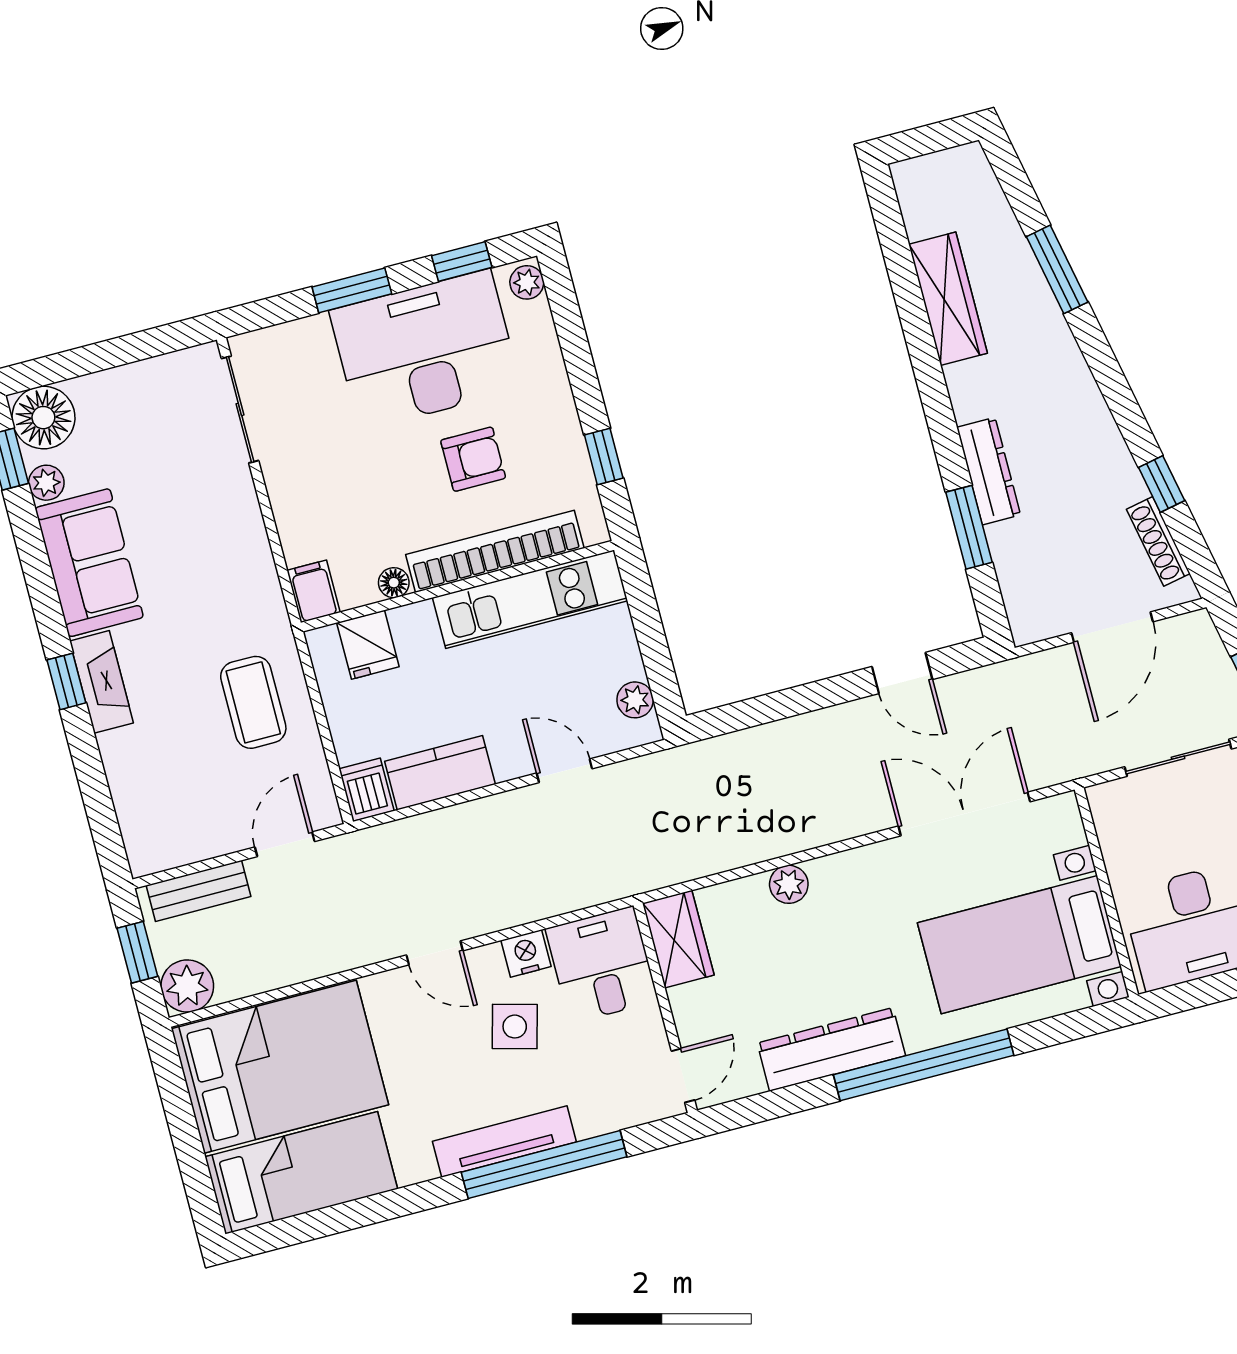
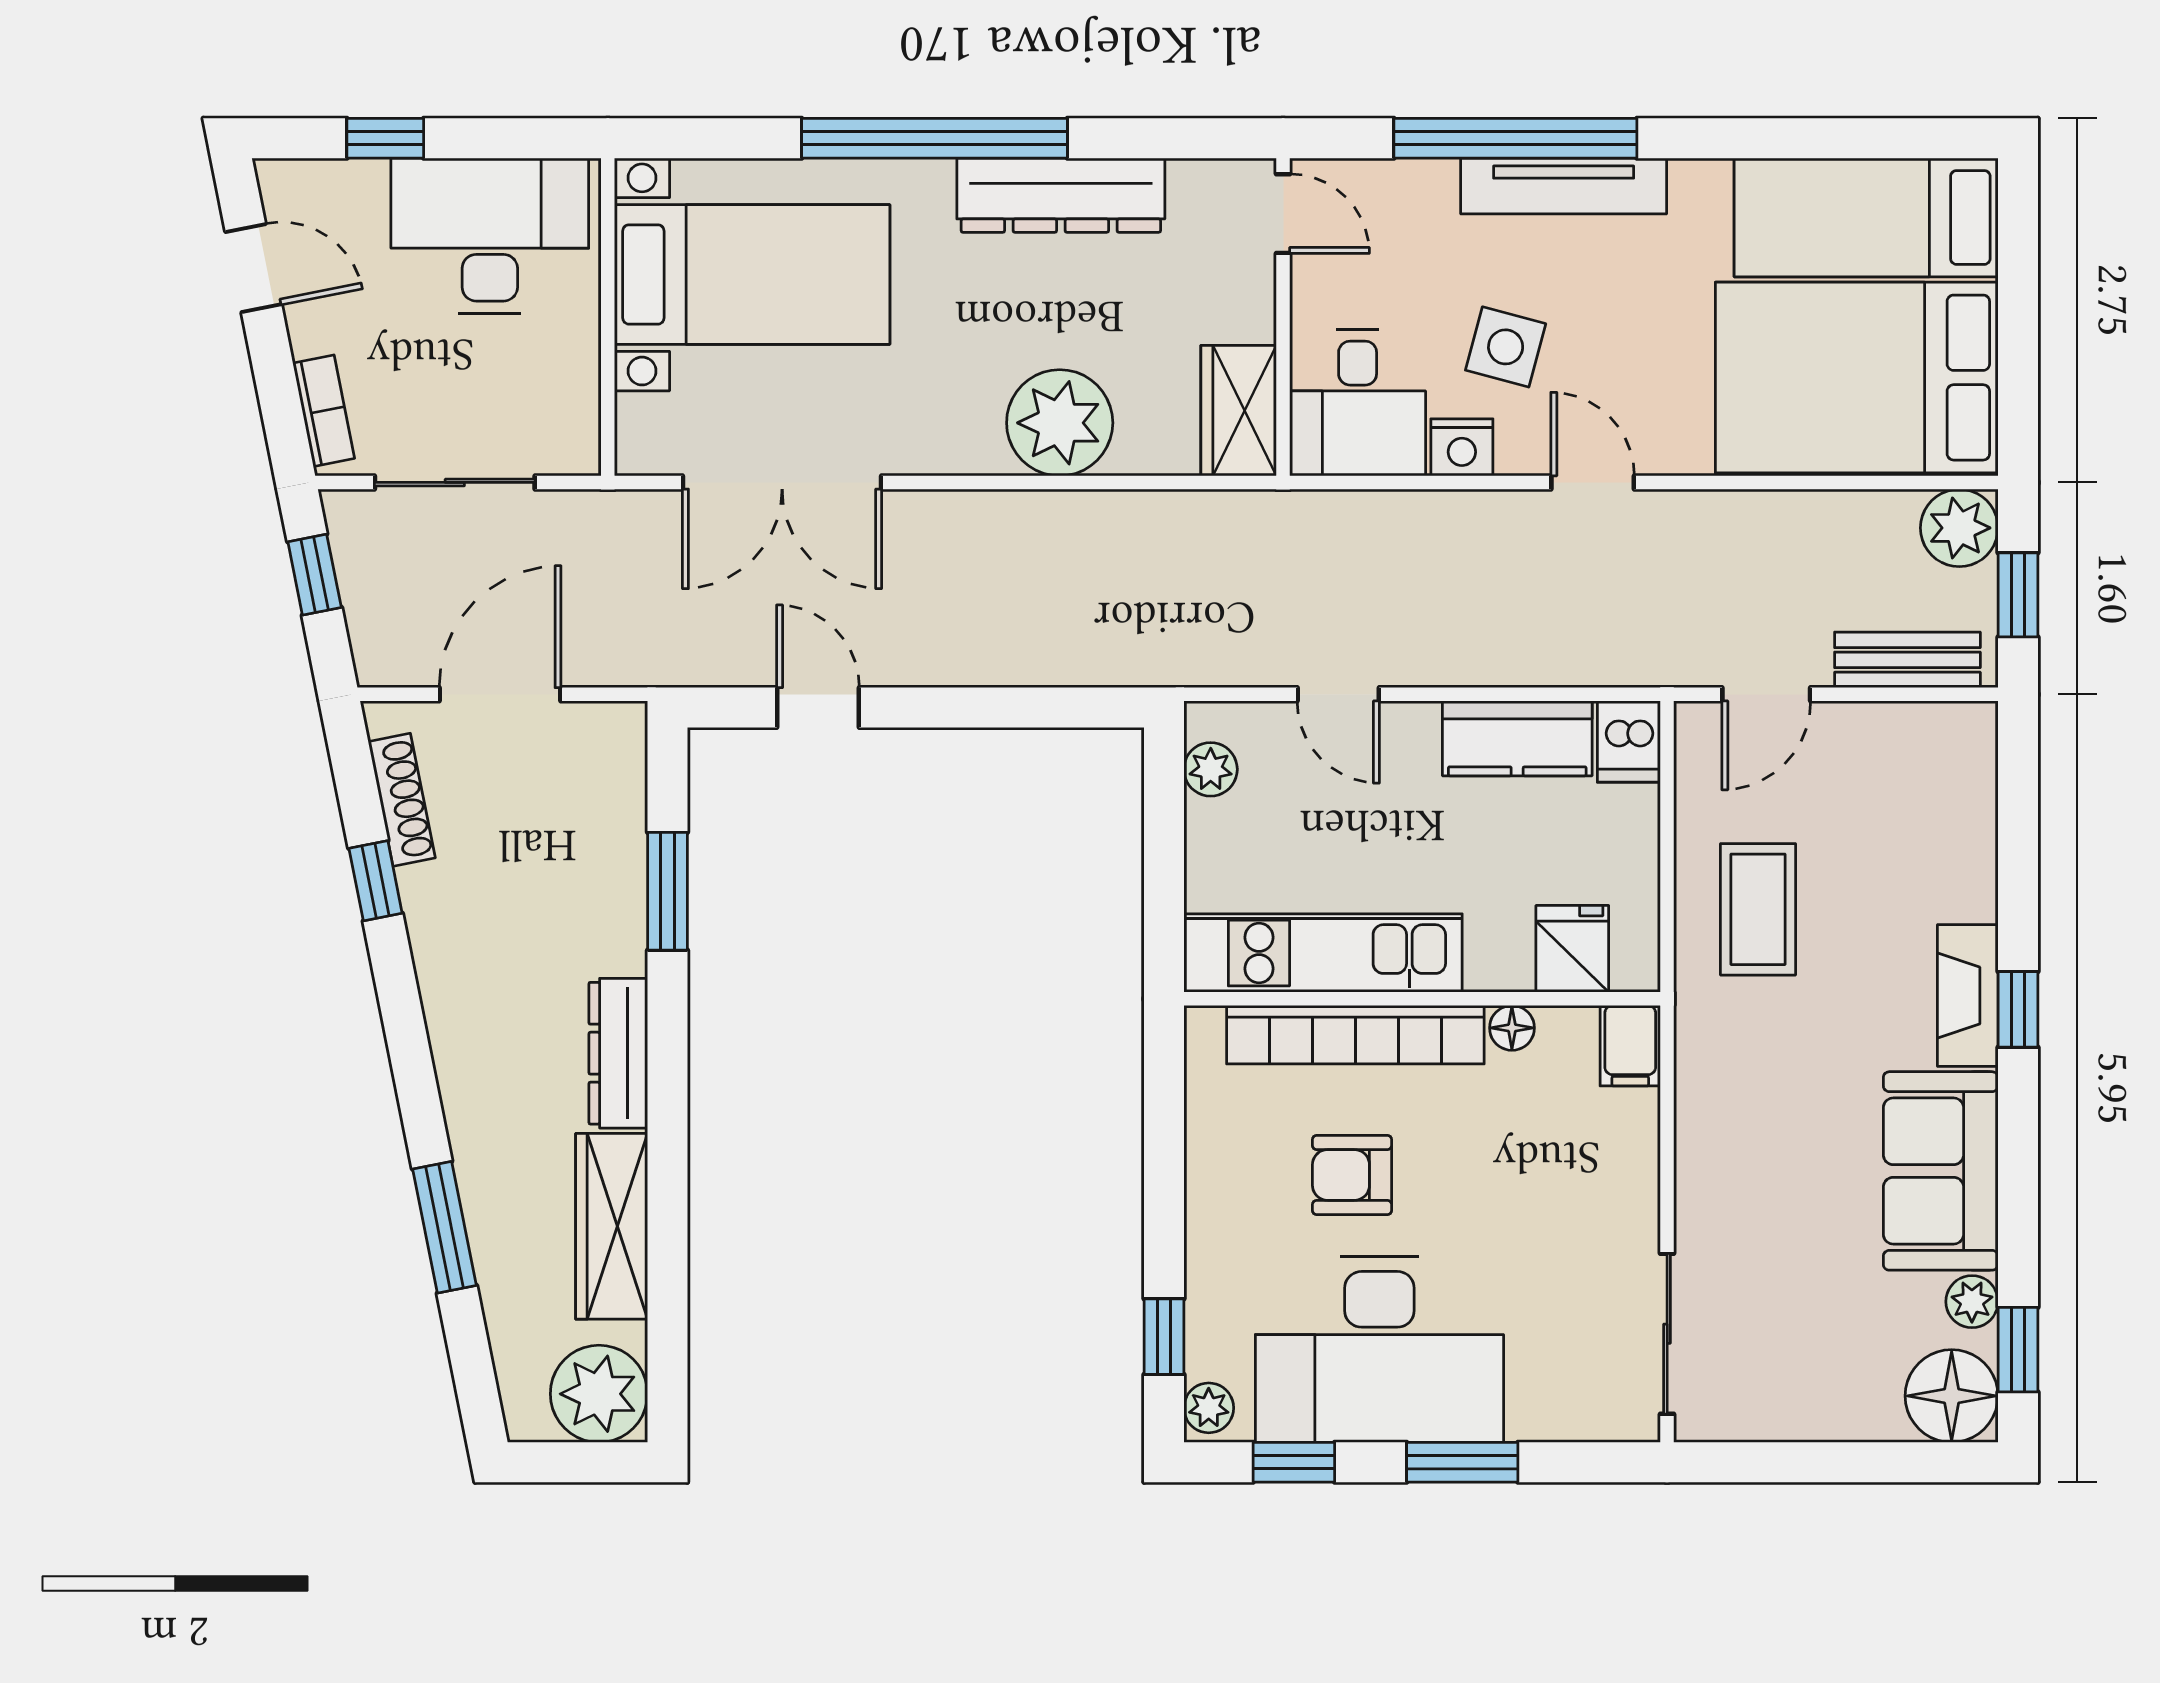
plant: (928, 187) -> (599, 1394), added
window: (604, 457) -> (1164, 1337), moved
dresser: (989, 471) -> (618, 1053), moved
plant: (789, 884) -> (1060, 423), width x1.87, depth x1.87
door: (683, 1075) -> (1283, 214), swing flipped

